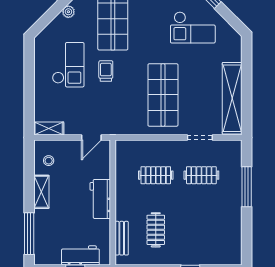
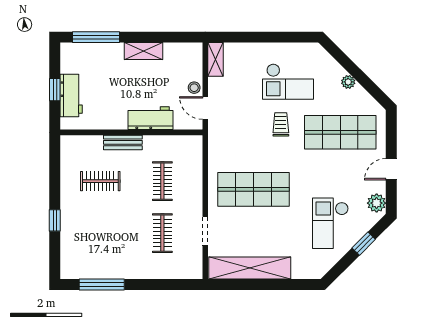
trolley: (106, 71) -> (281, 124), turned -90
stool: (49, 161) -> (194, 88), moved
window: (247, 187) -> (102, 285), moved
workbench: (100, 199) -> (150, 118), moved
bench: (122, 238) -> (123, 142), moved

